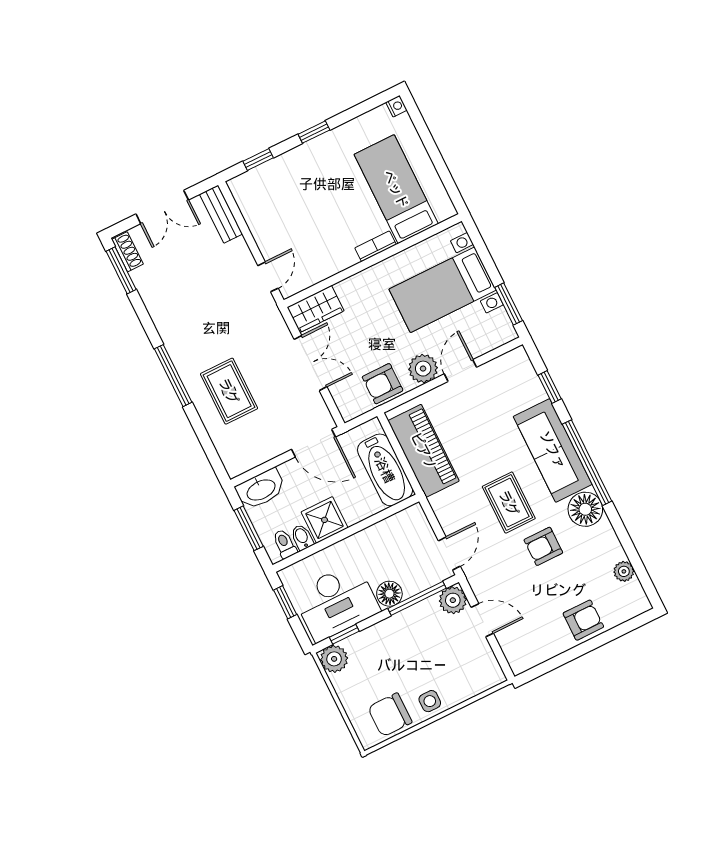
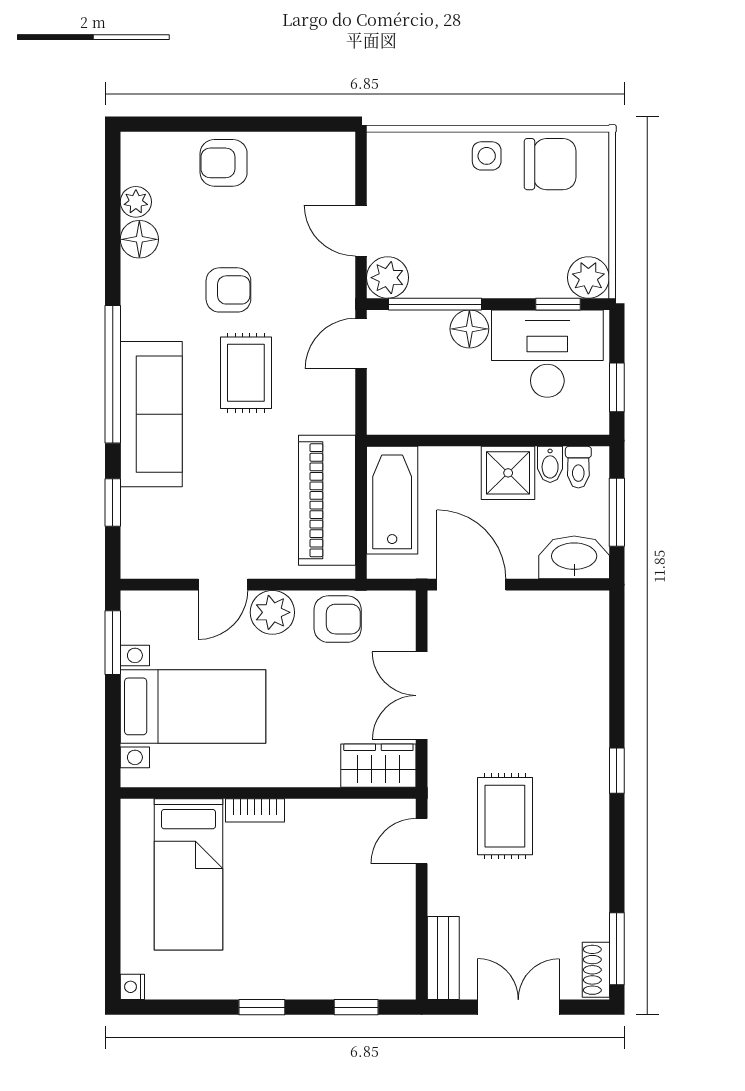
window: (173, 376) -> (617, 771), width x0.46
rug: (229, 391) -> (505, 816), moved
floor lamp: (585, 509) -> (139, 239), moved, width x0.73, depth x0.73

